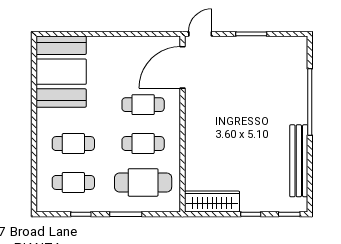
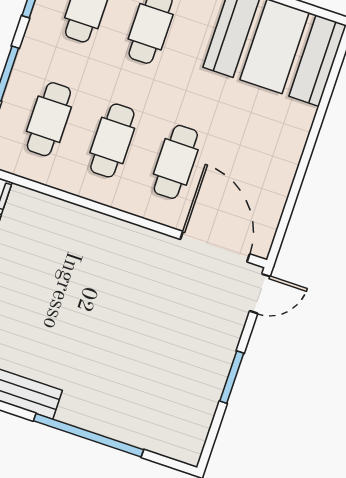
door: (200, 34) -> (260, 294), hinge flipped
cafe table: (143, 182) -> (49, 119), width x0.73, depth x0.74

